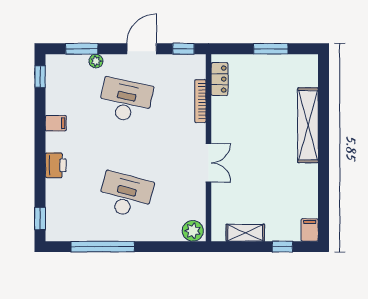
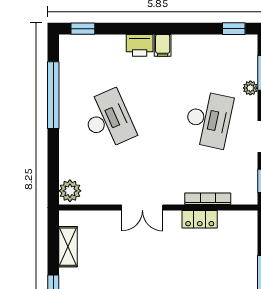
locker: (220, 79) -> (200, 219), moved
filing cabinet: (56, 123) -> (163, 45), moved
desk: (126, 195) -> (108, 120), turned -39

